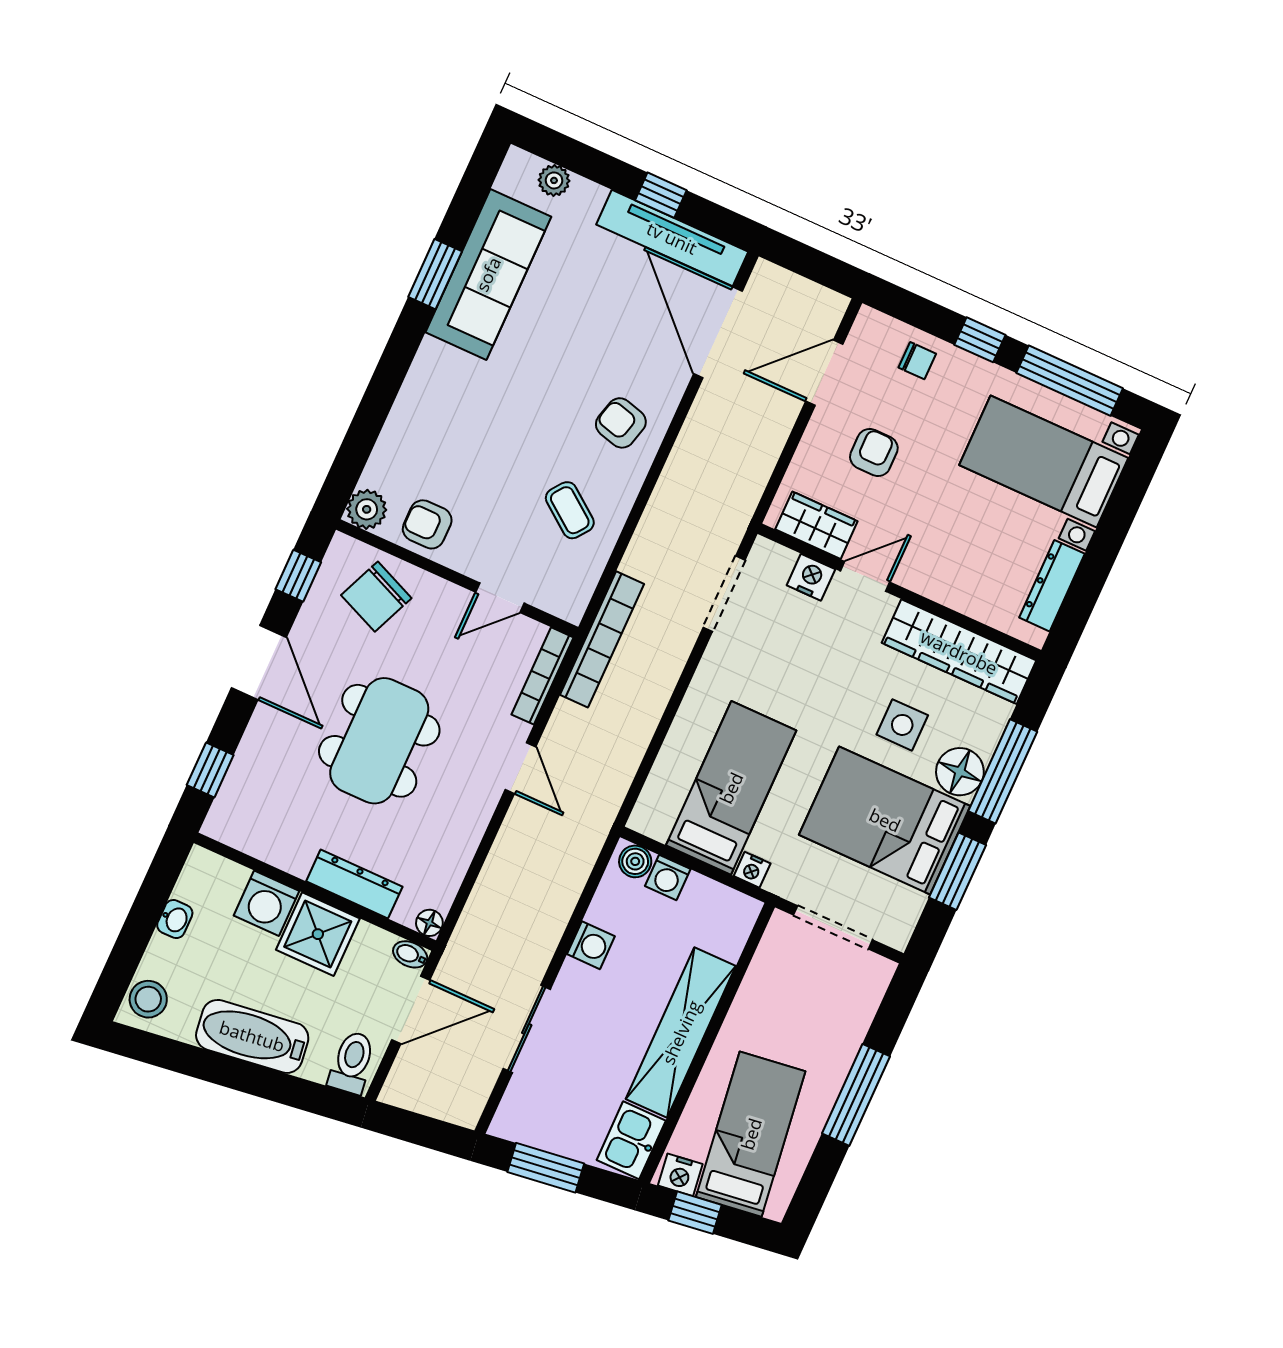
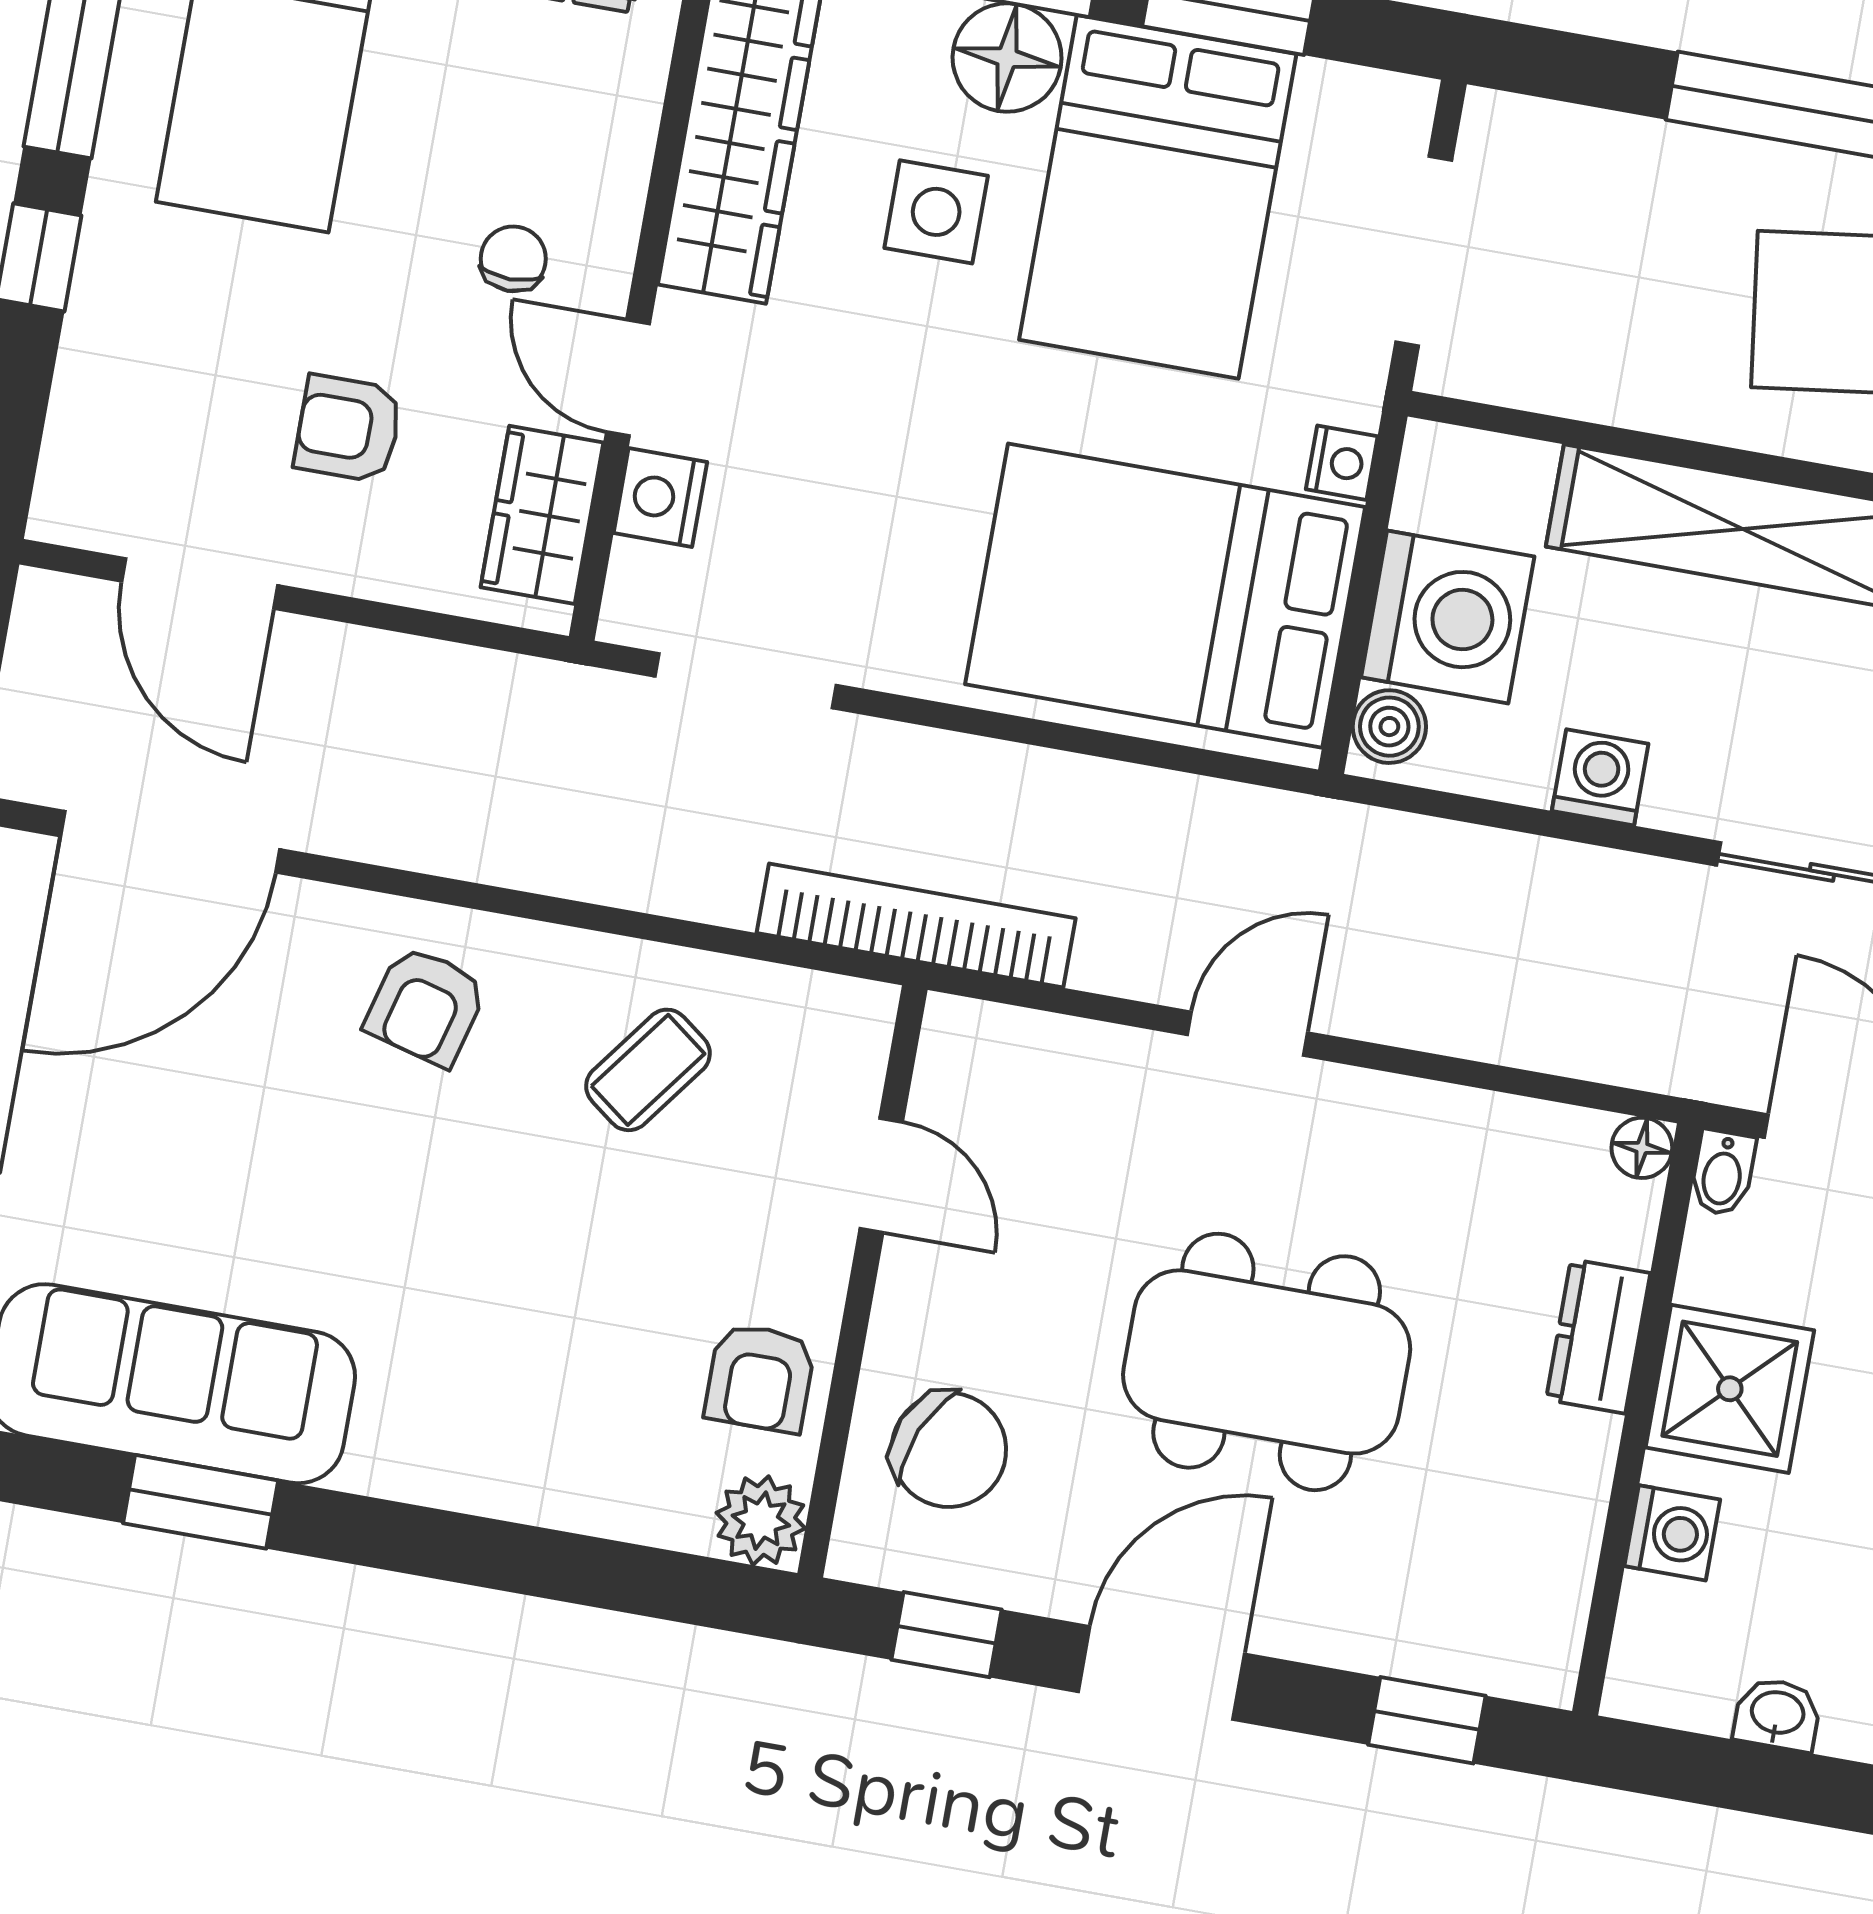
chair: (917, 361) -> (513, 259), moved
bookcase: (542, 676) -> (1031, 1037), removed
bed: (731, 788) -> (1165, 596), width x1.50
washing machine: (668, 878) -> (1448, 617), width x1.89, depth x1.89
dresser: (354, 884) -> (1598, 1336), width x0.70
washing machine: (266, 903) -> (1672, 1533), width x0.73, depth x0.73

